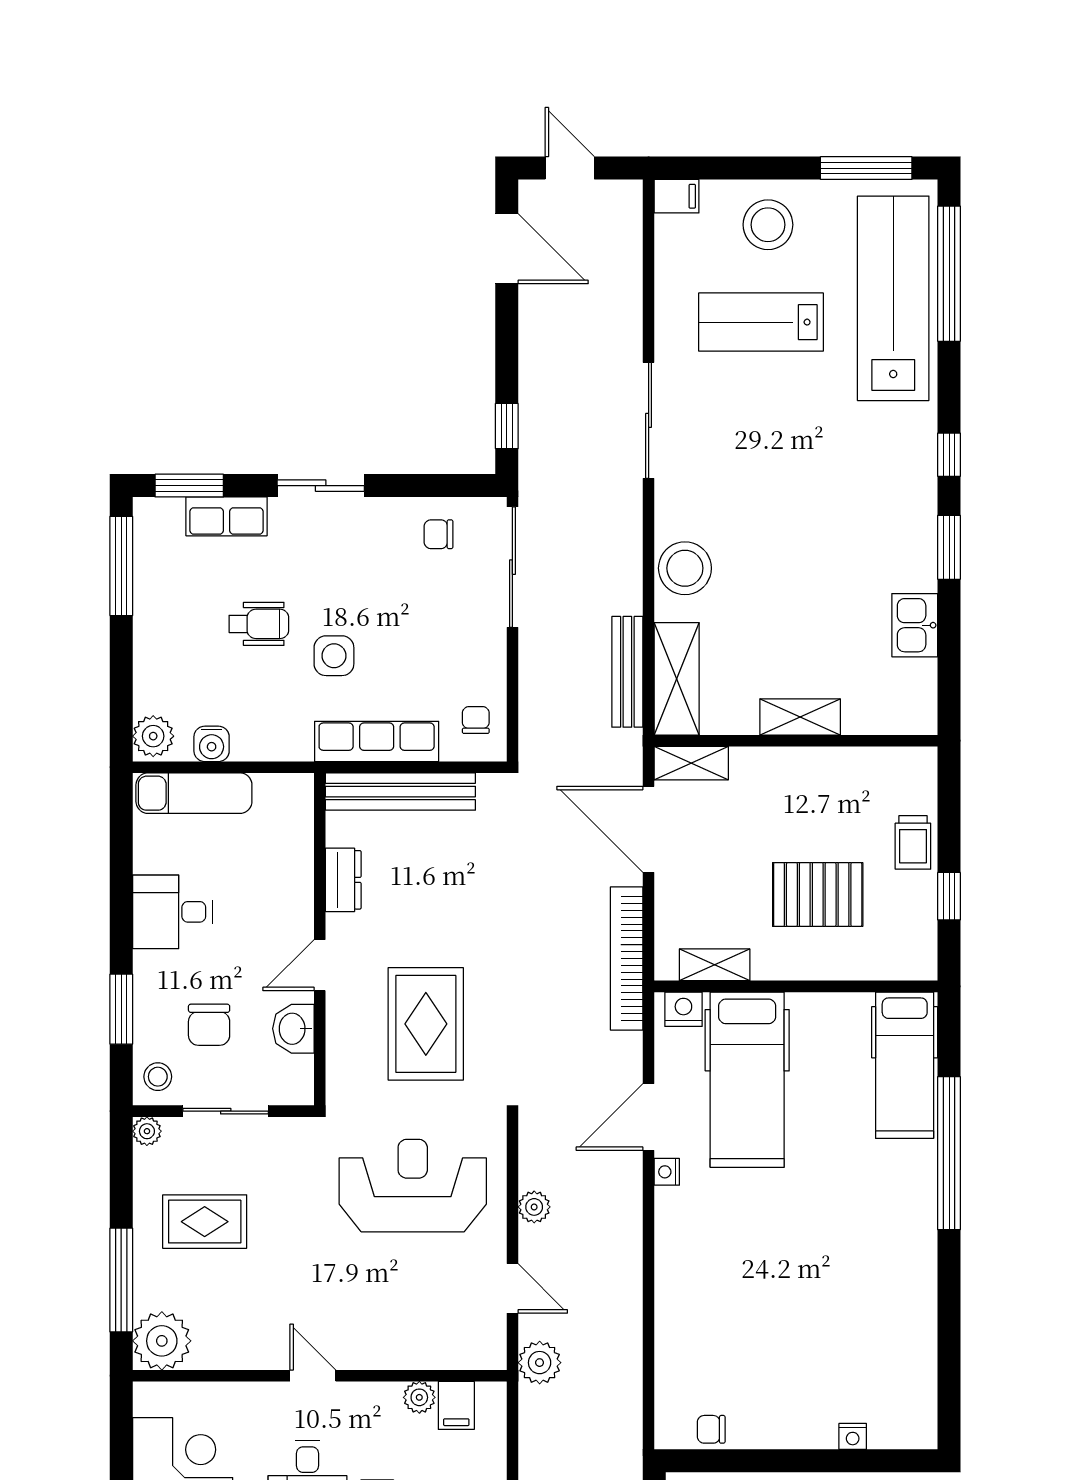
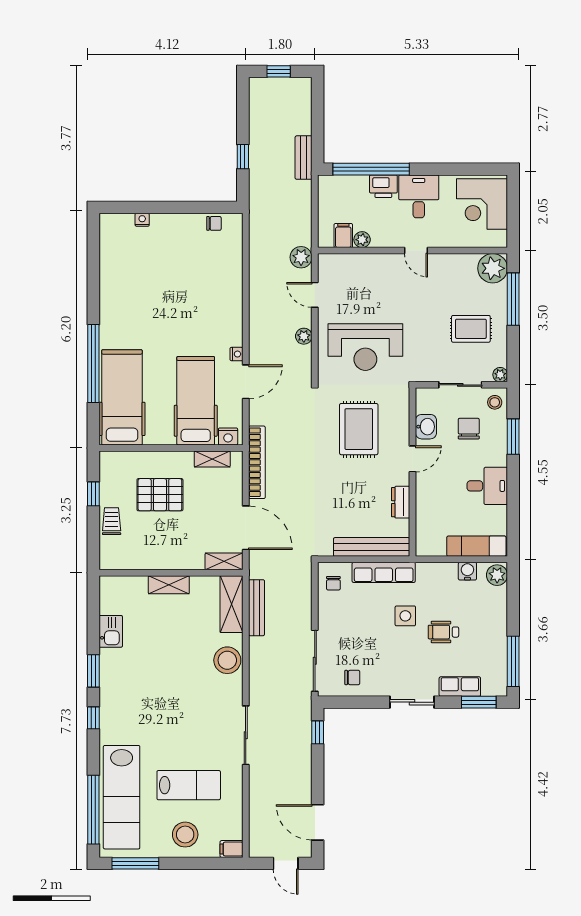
hospital bed: (905, 1065) -> (122, 397), width x1.37, depth x1.29

